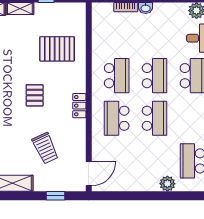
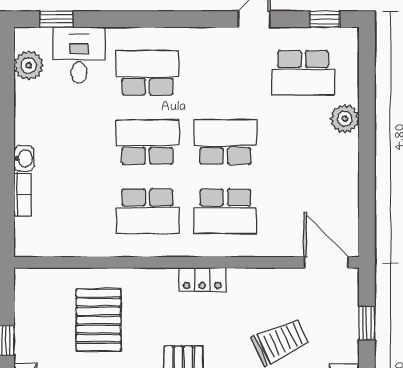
school desk: (117, 76) -> (147, 211), turned 180

